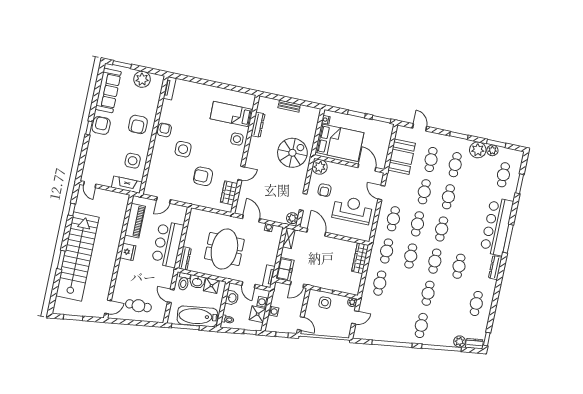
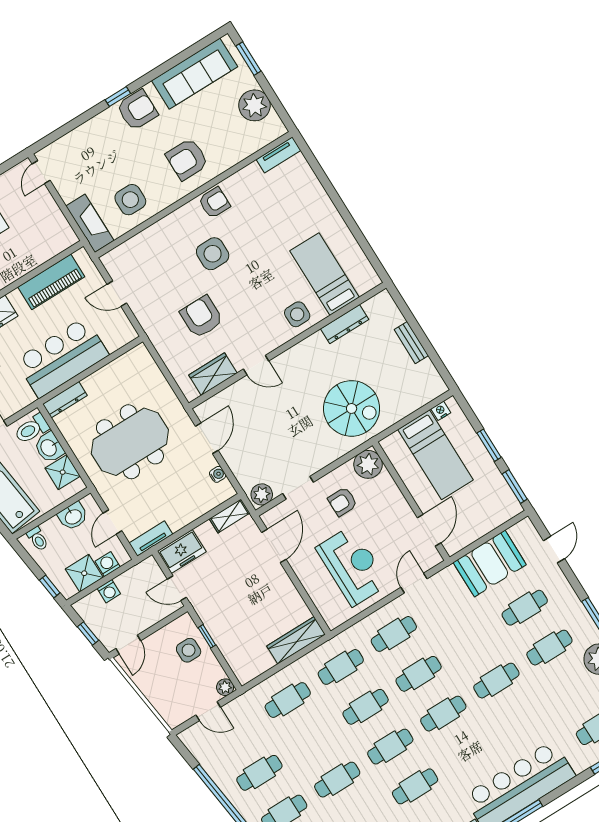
bed: (340, 143) -> (435, 455), width x0.67
cafe table: (424, 192) -> (259, 773), moved

